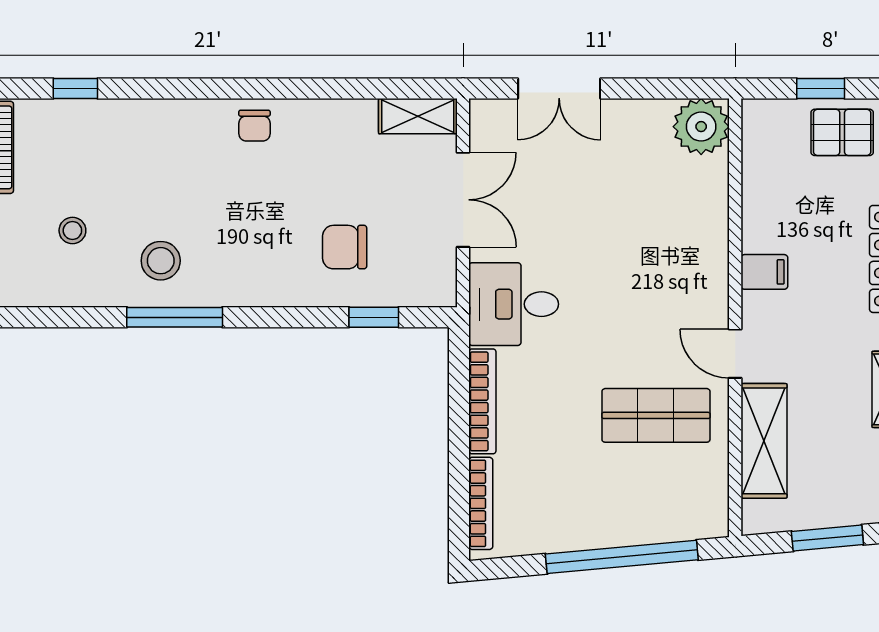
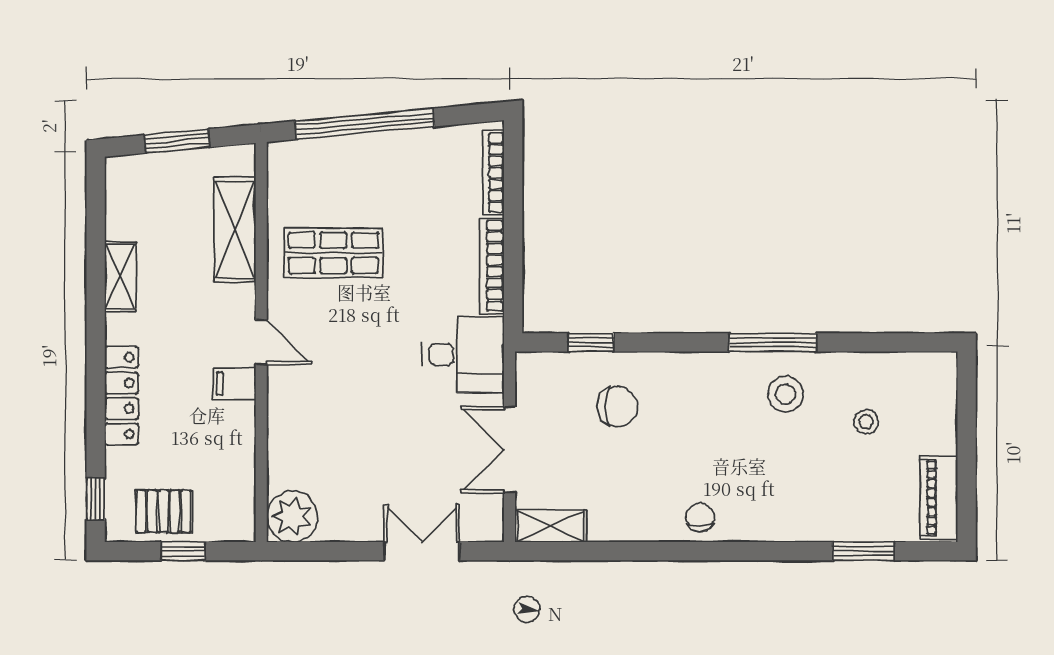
window: (75, 89) -> (863, 551), width x1.50
door: (735, 354) -> (261, 342), moved

